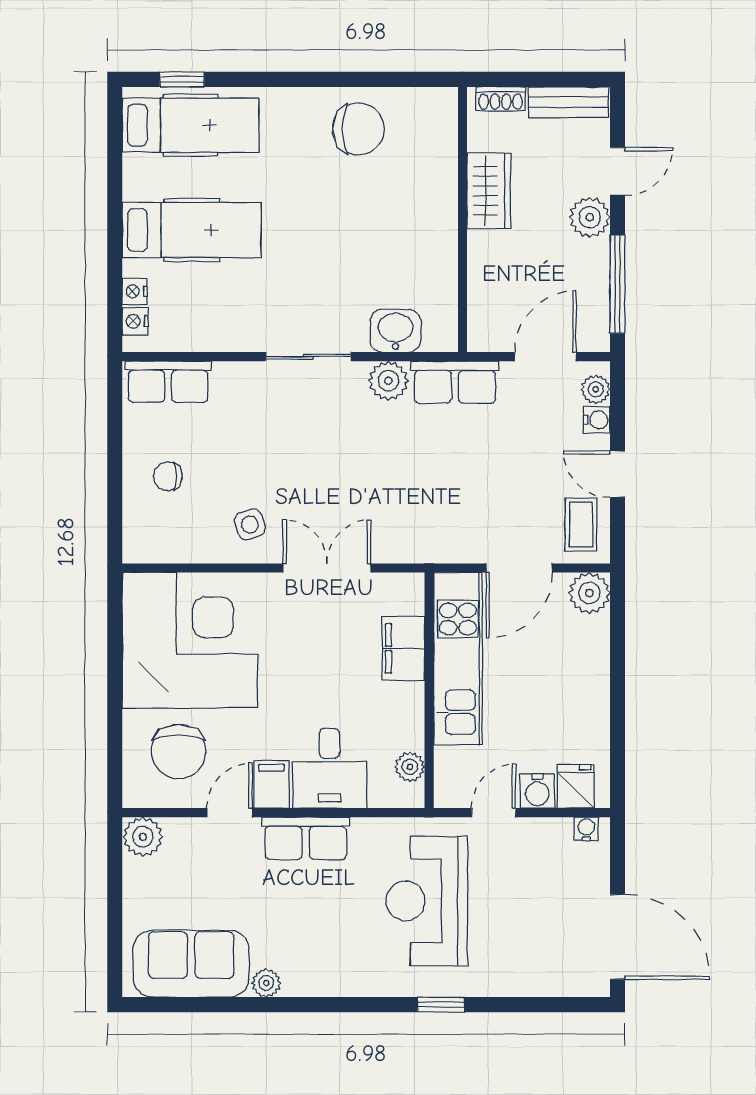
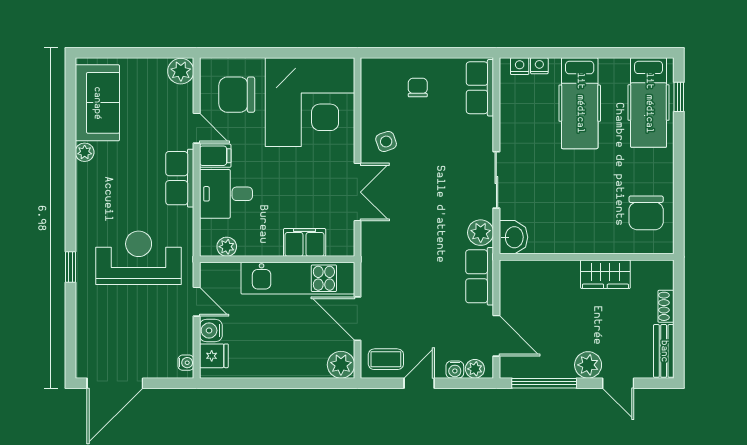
wardrobe: (489, 191) -> (605, 274), moved
wall: (462, 220) -> (587, 257), moved

